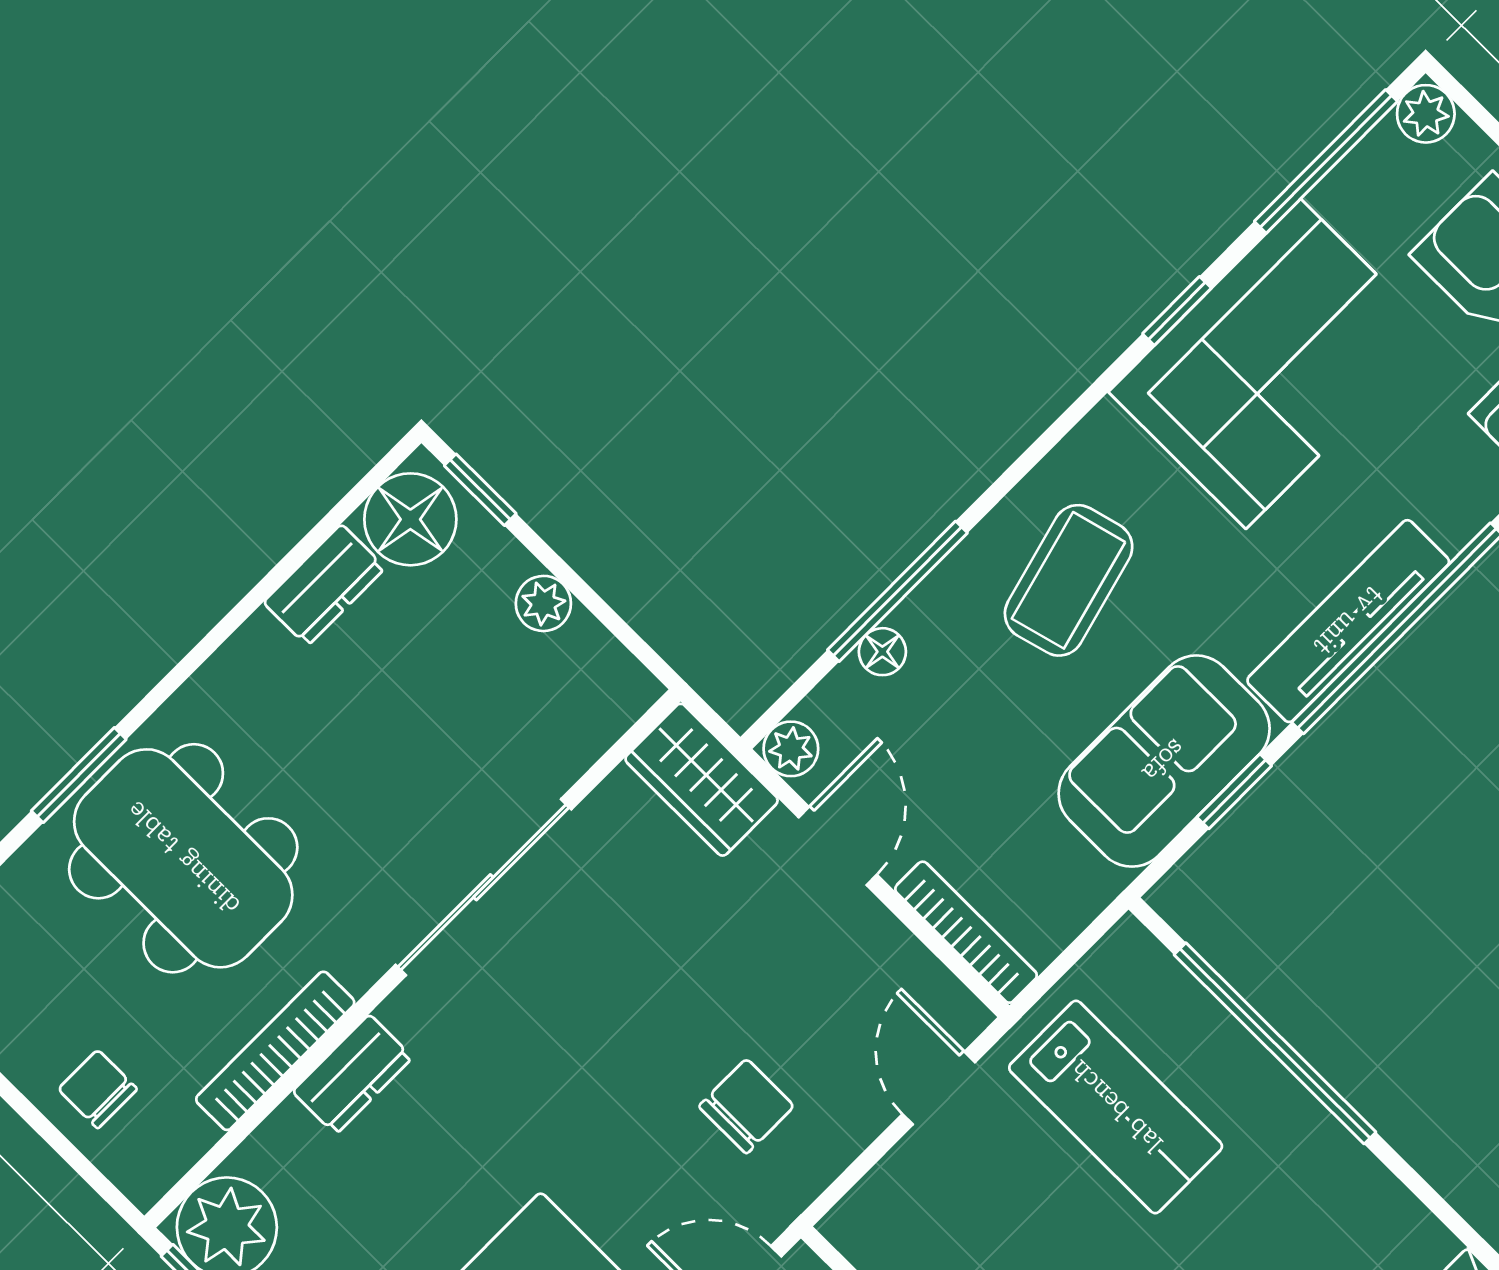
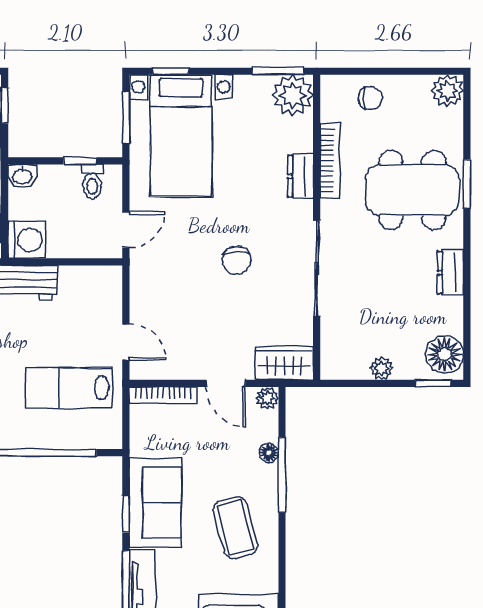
dresser: (324, 585) -> (451, 273), moved
chair: (746, 1106) -> (237, 260), moved

